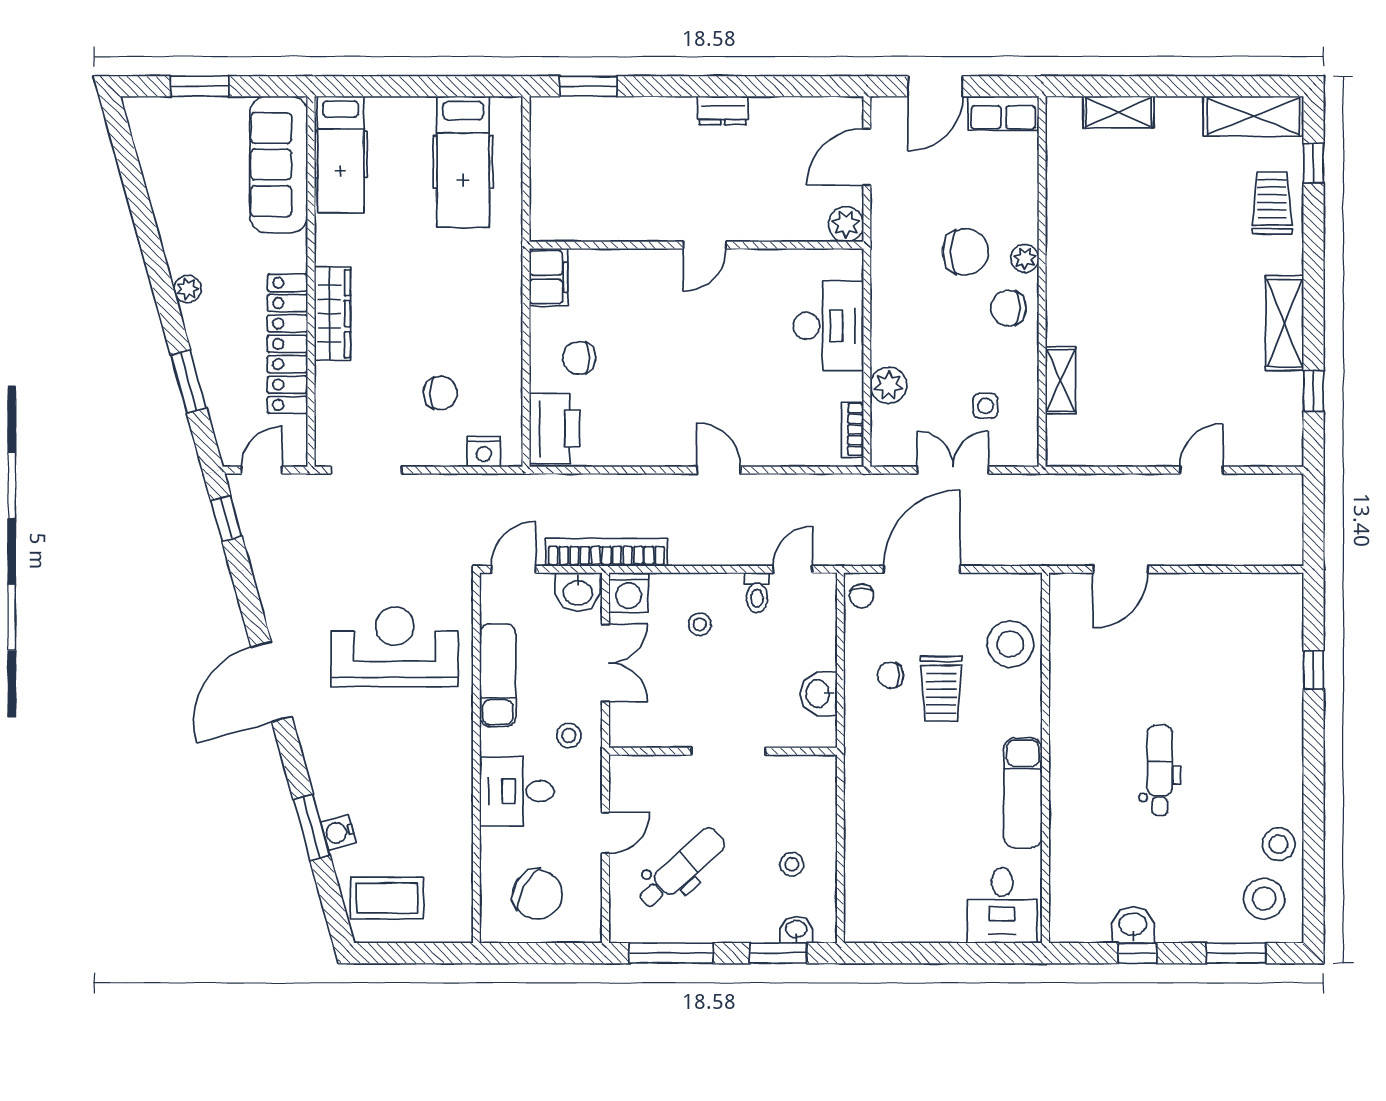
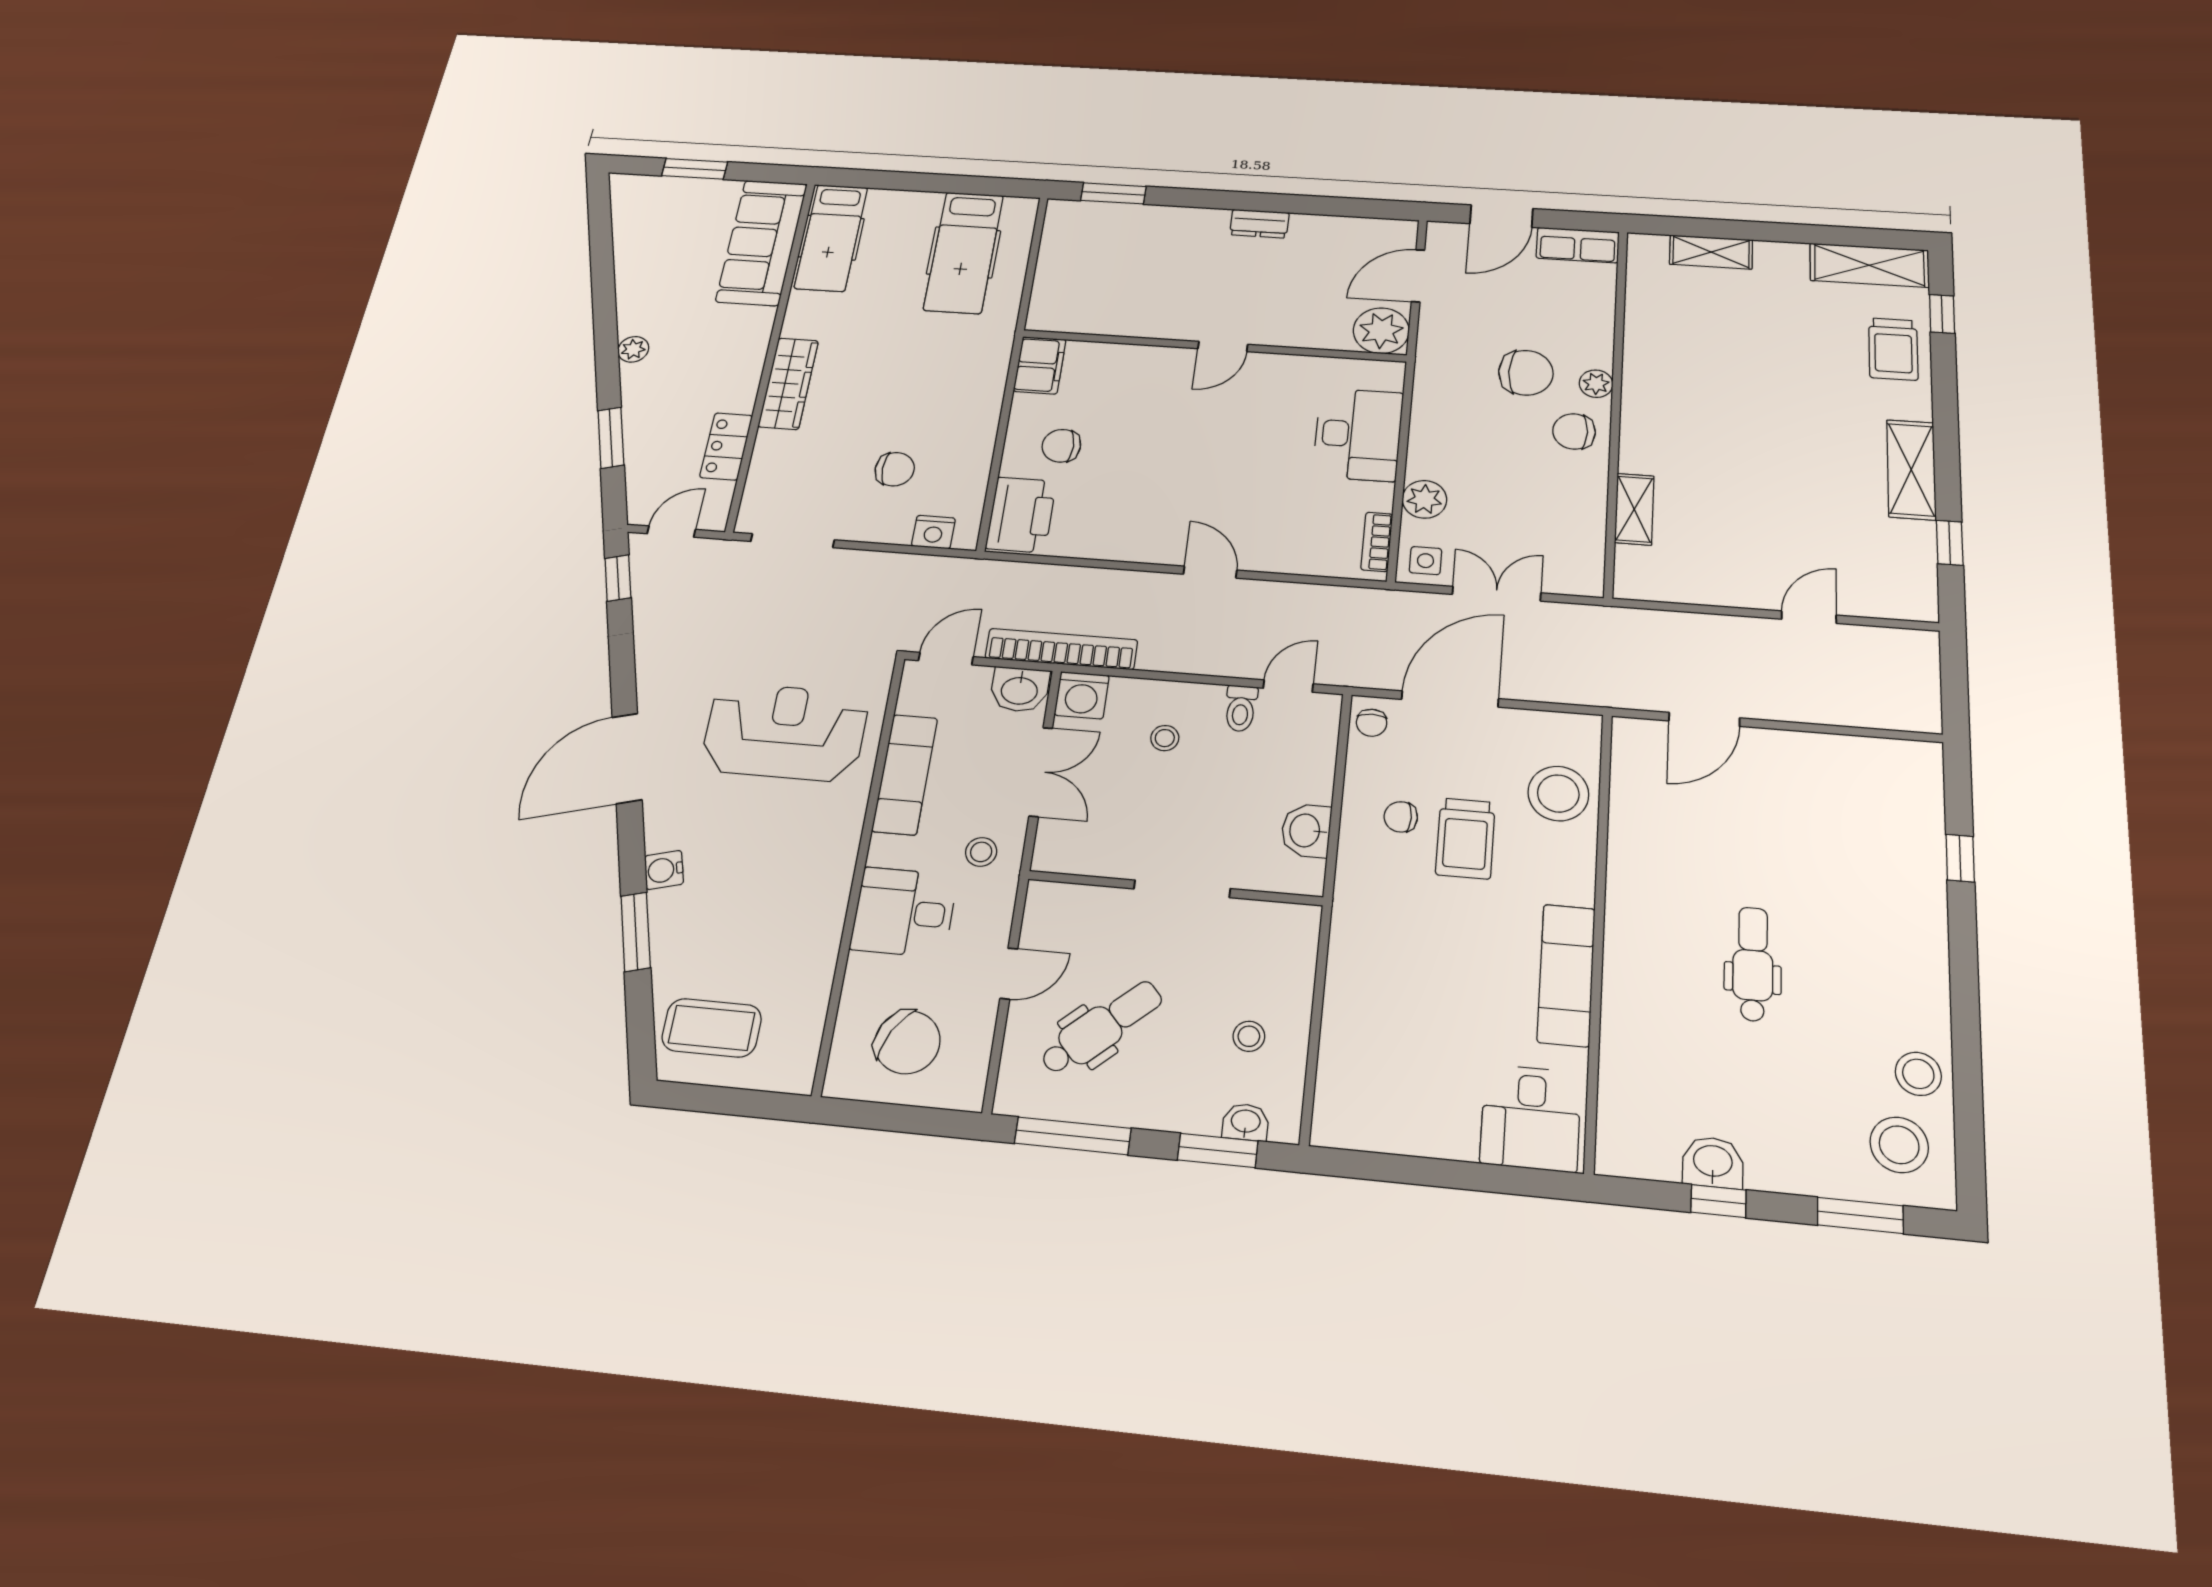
trolley: (1272, 203) -> (1893, 349), turned 180
plant: (846, 224) -> (1381, 331), width x1.36, depth x1.36
locker: (288, 344) -> (726, 446), width x0.46, depth x0.83
side table: (985, 406) -> (1425, 561), moved
water cooler: (339, 832) -> (664, 870), moved

